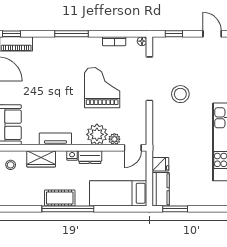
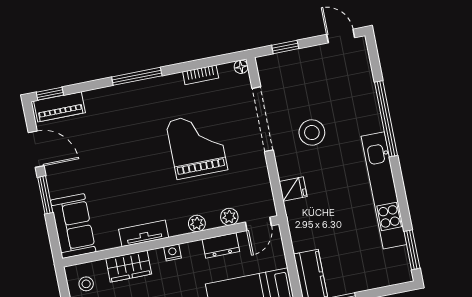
plant: (97, 134) -> (197, 223), width x0.53, depth x0.53
dresser: (90, 157) -> (221, 245), moved
fridge: (160, 164) -> (293, 189), moved

